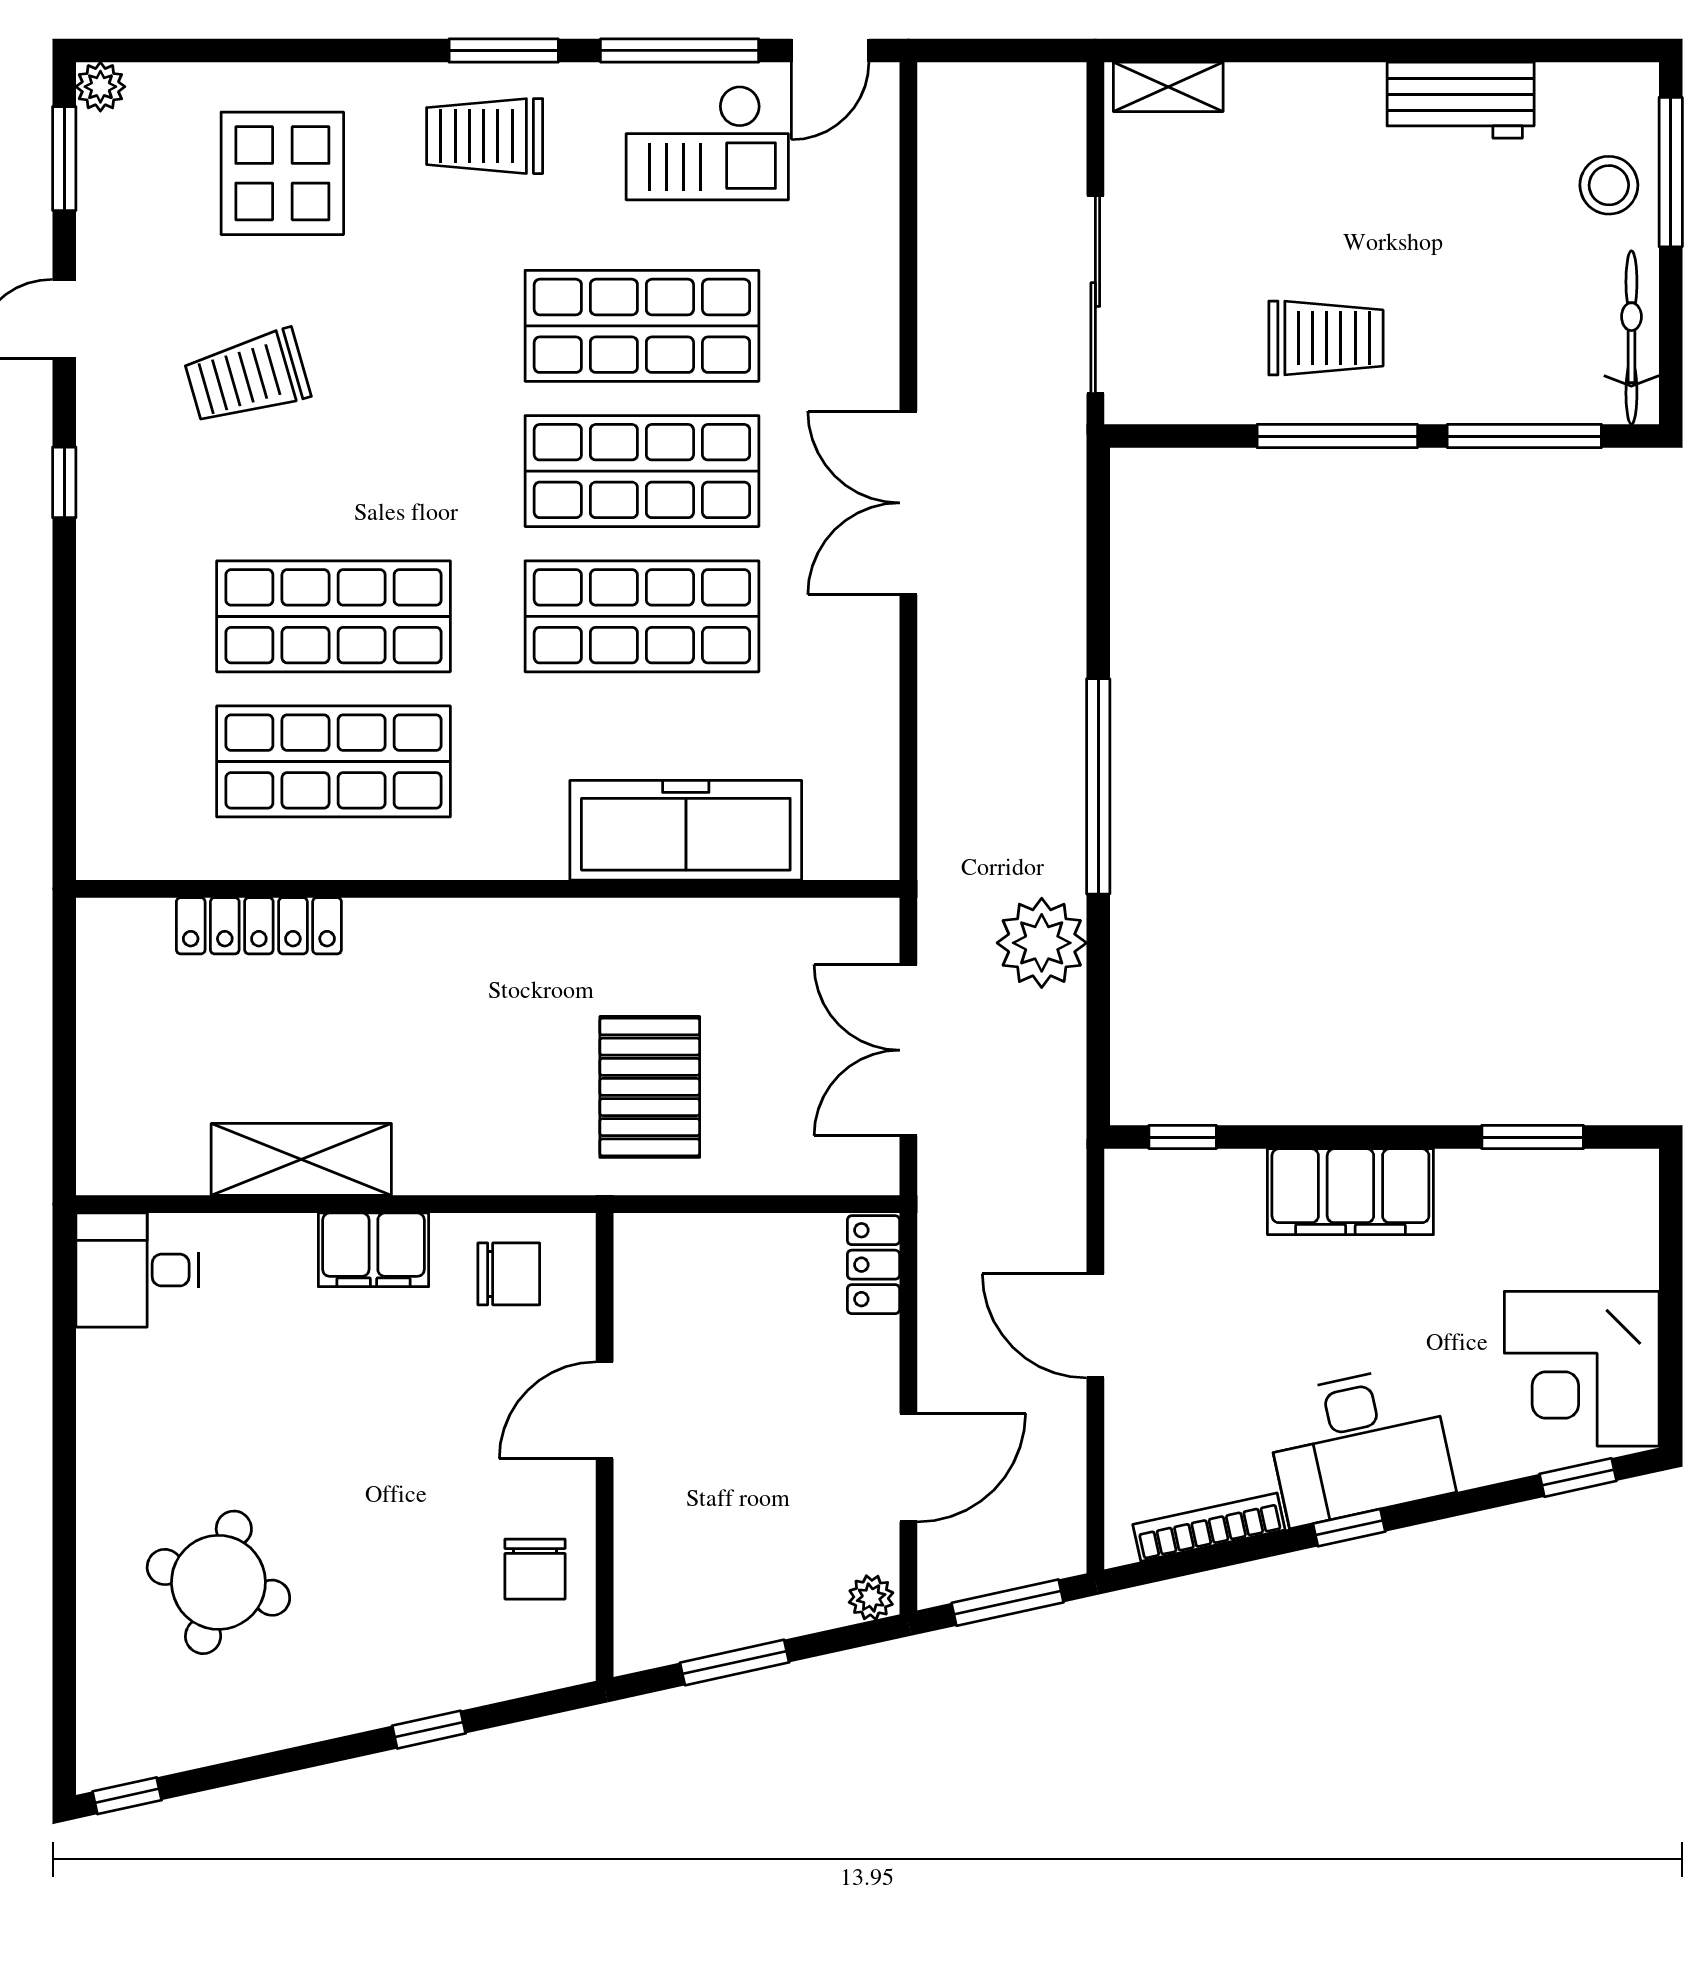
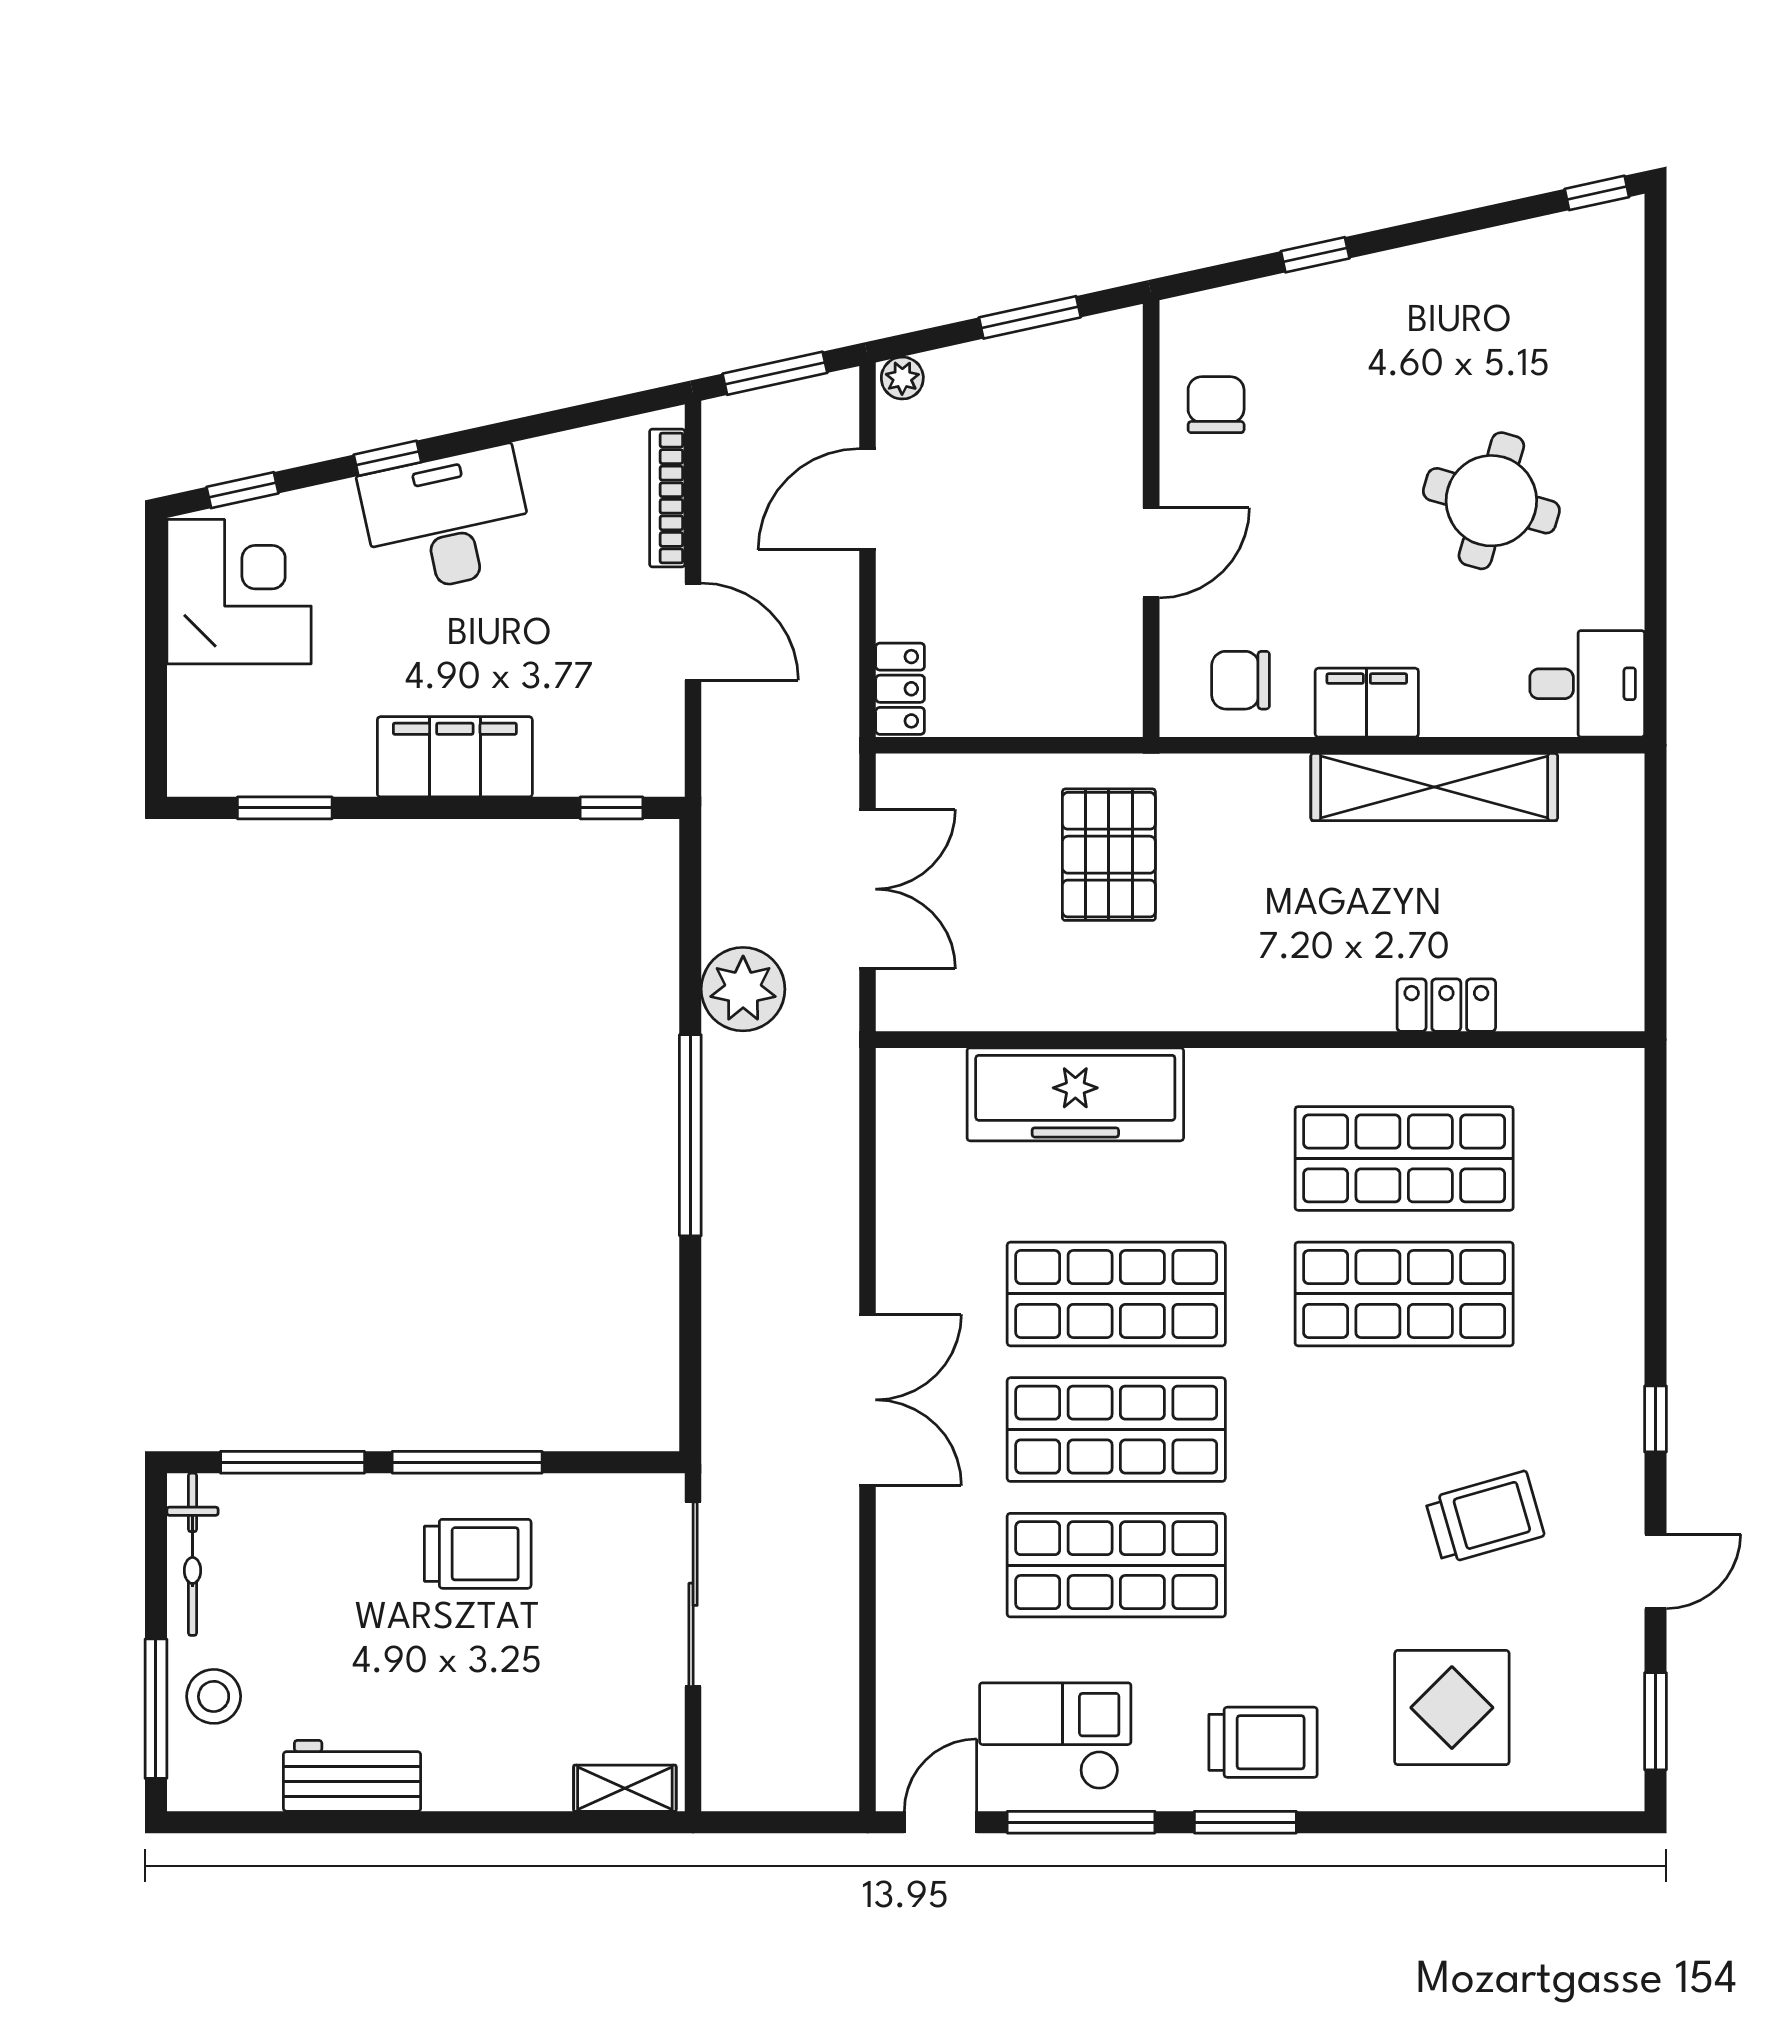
plant: (100, 87) -> (1622, 1788), removed
trolley: (1326, 338) -> (478, 1554), turned 180
locker: (259, 926) -> (1446, 1005), width x0.66
shelving: (301, 1159) -> (1434, 787), width x1.47
bookcase: (1209, 1527) -> (667, 498), moved, turned 102
window: (1349, 1528) -> (388, 458), moved
round table: (218, 1582) -> (1491, 501), moved

